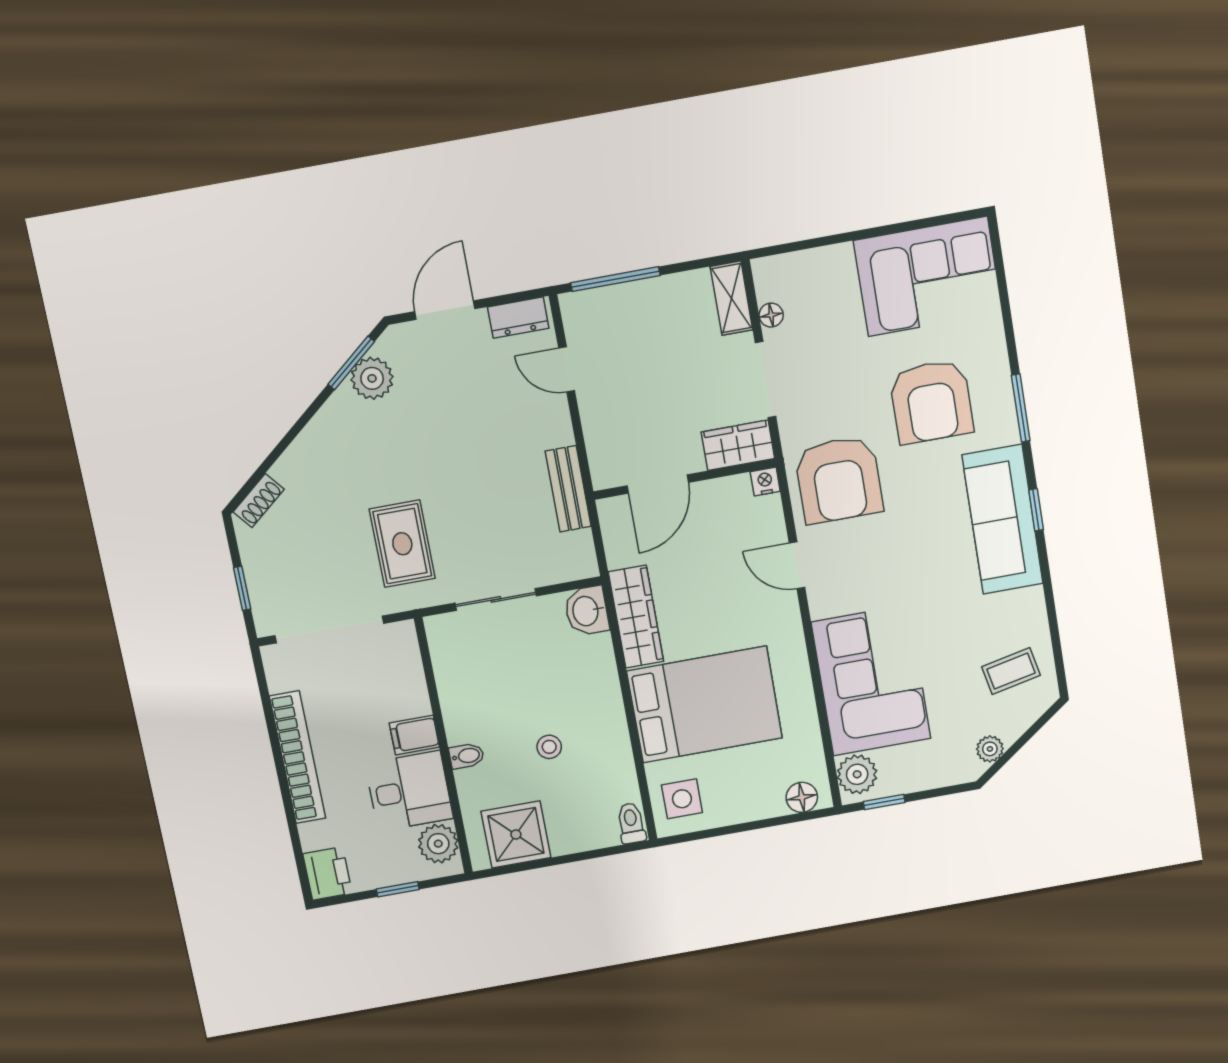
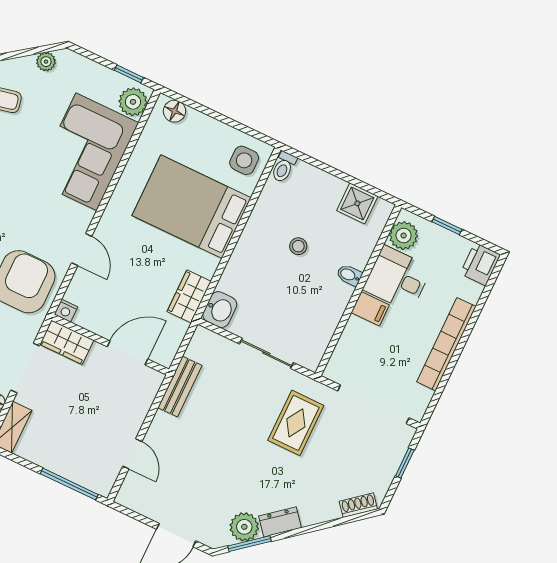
dresser: (518, 318) -> (280, 522), moved, turned -39
wardrobe: (636, 617) -> (189, 296), width x0.67
shower: (516, 834) -> (357, 203), width x0.73, depth x0.73

